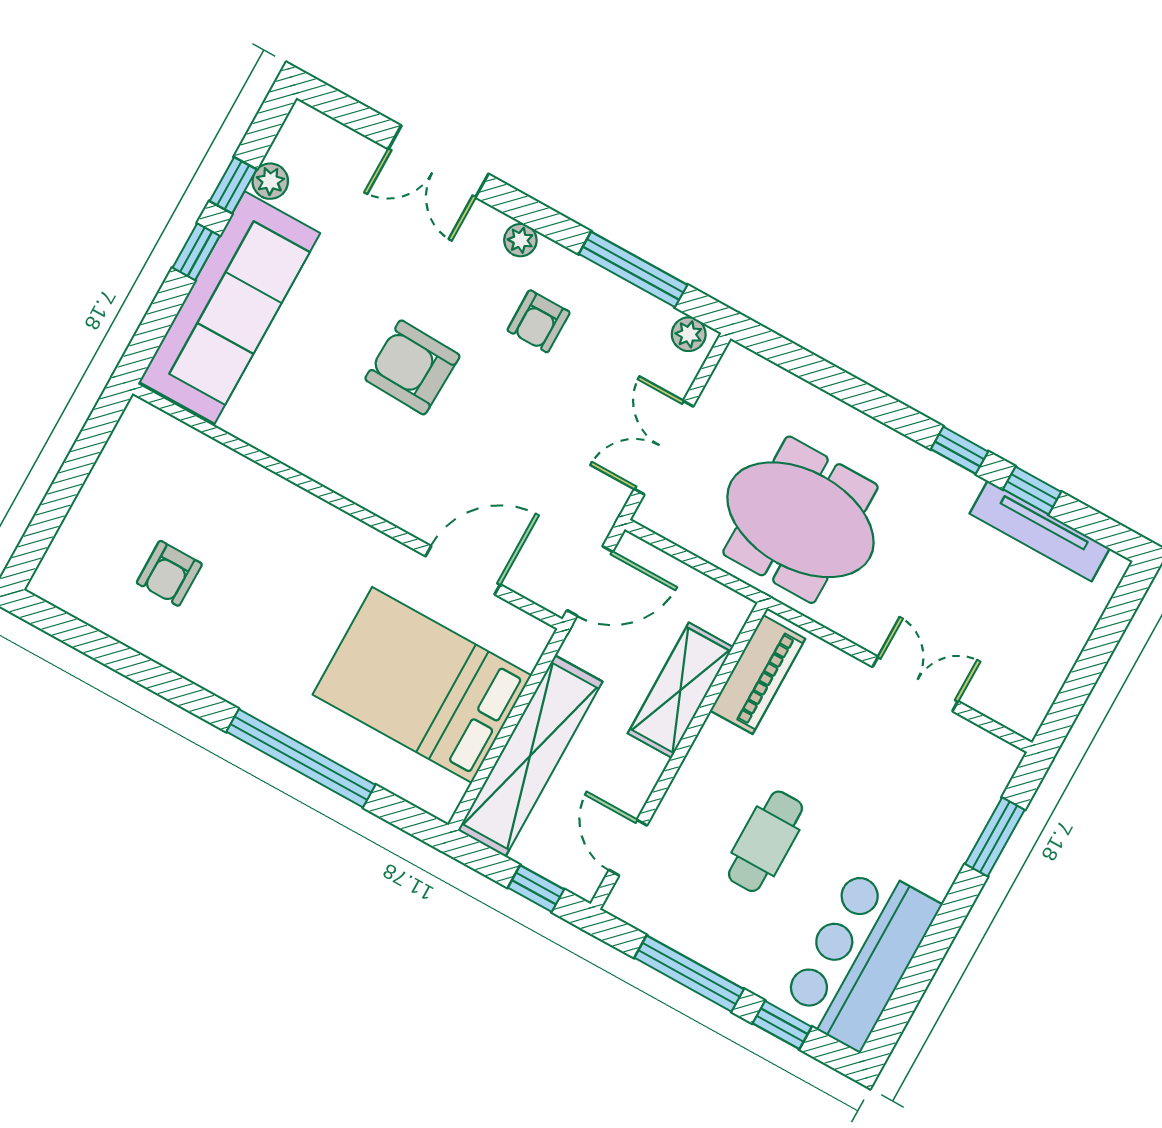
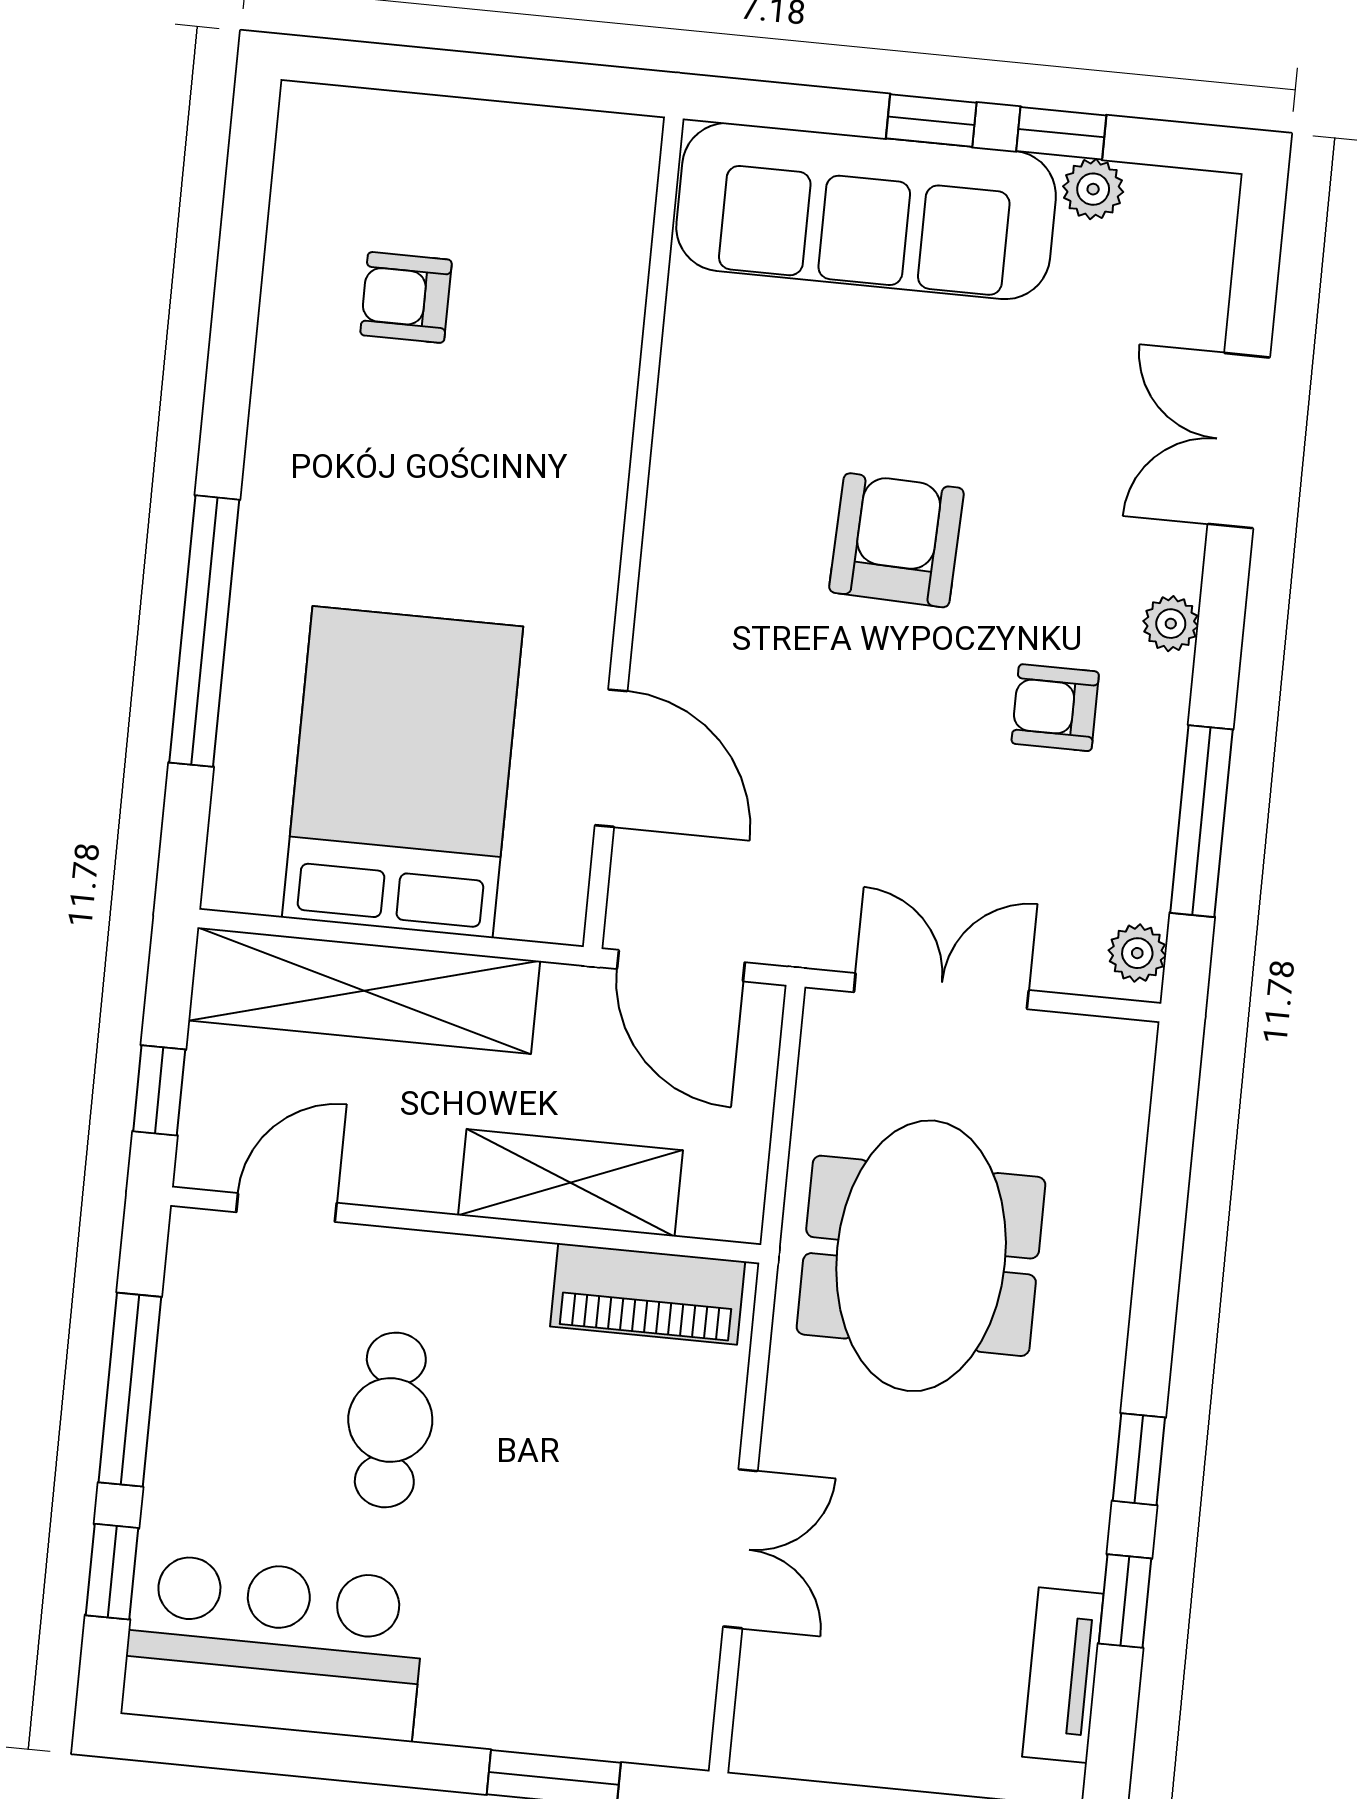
tv unit: (1040, 531) -> (1063, 1675), width x0.71
cafe table: (765, 841) -> (390, 1420), turned 90

